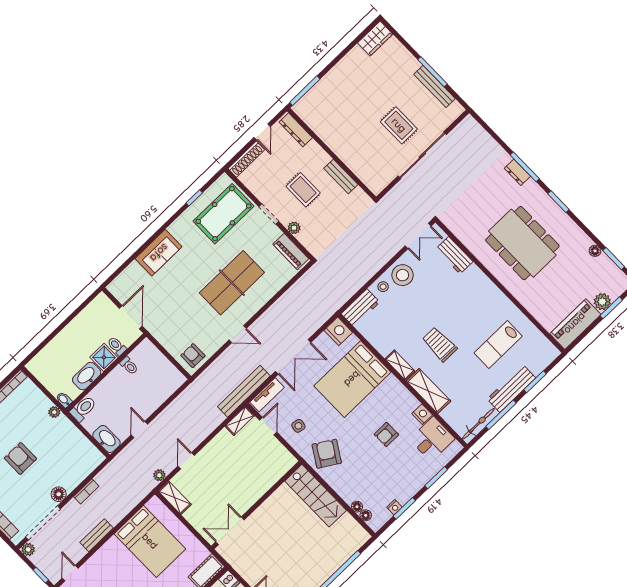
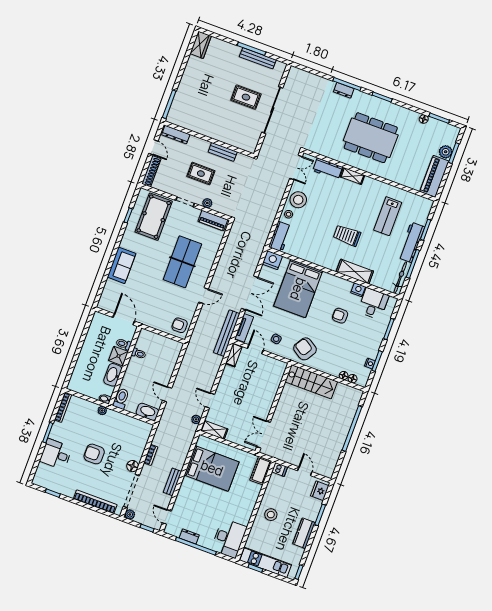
shelving: (400, 365) -> (352, 176), moved
armchair: (386, 434) -> (340, 316), turned 90

